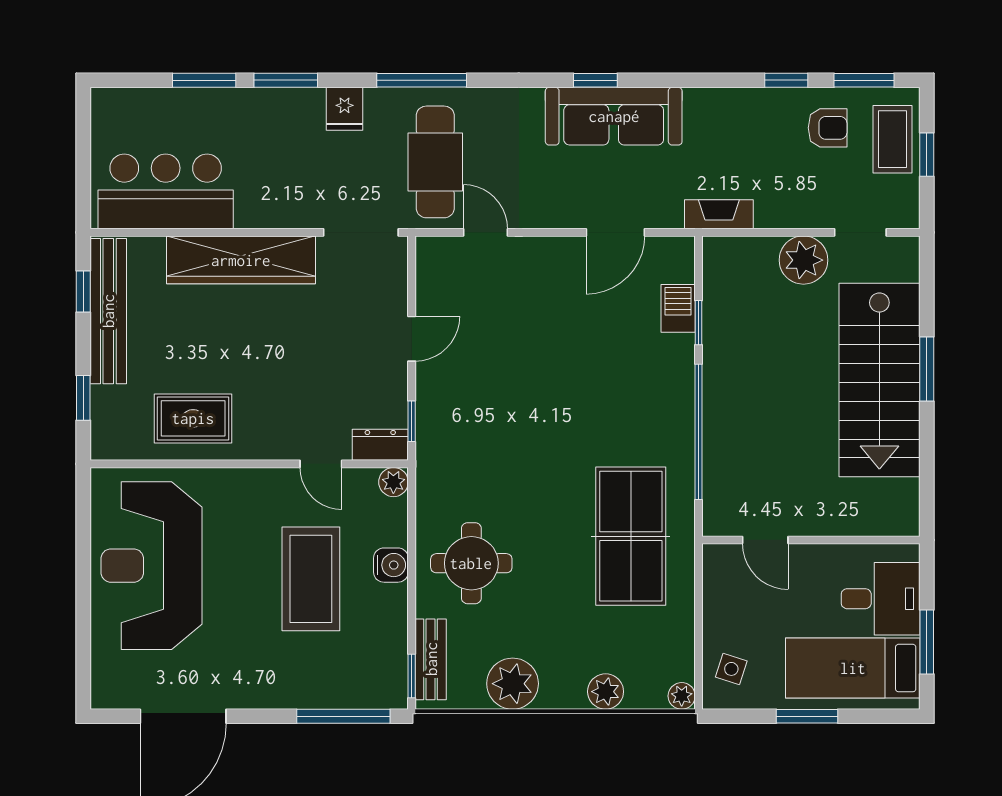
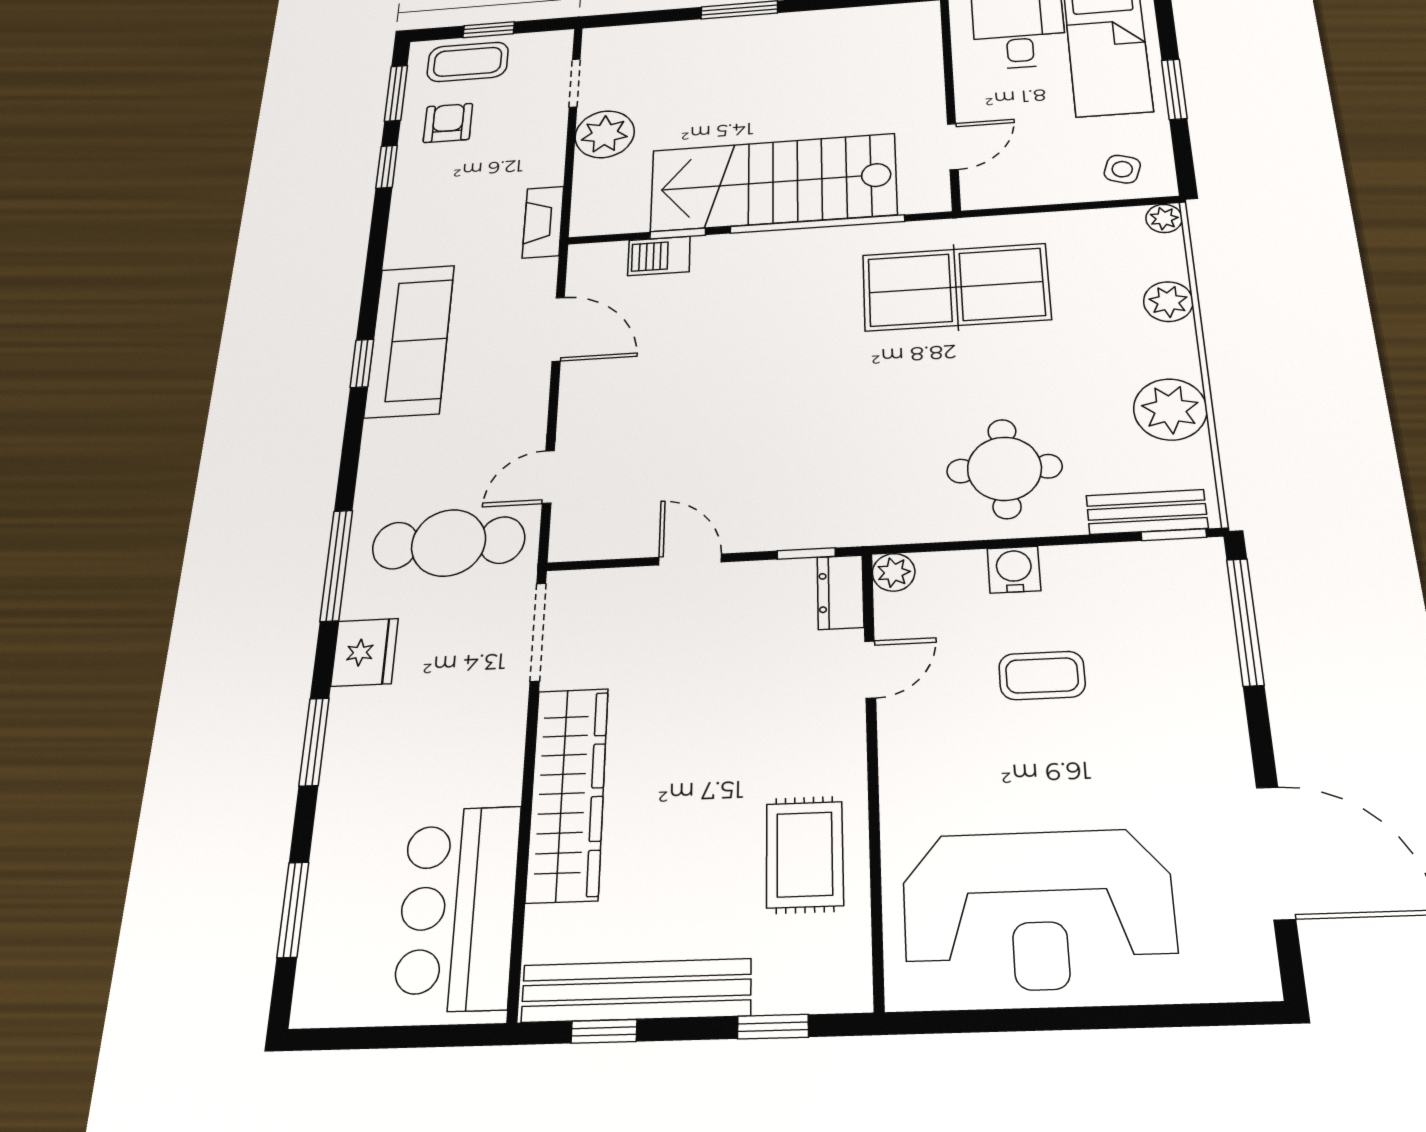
window: (204, 80) -> (293, 910), moved
fridge: (345, 109) -> (365, 652), width x1.38
stairs: (879, 380) -> (773, 182), moved, turned 180
coffee table: (311, 579) -> (1042, 675), width x0.54, depth x0.58

